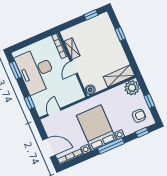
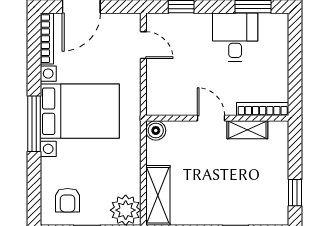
desk: (36, 71) -> (235, 37), width x0.53, depth x0.77
window: (142, 132) -> (34, 193), removed

